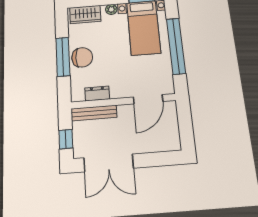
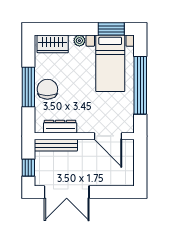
chair: (82, 57) -> (47, 89), turned -90
dresser: (97, 93) -> (60, 127), width x1.44
door: (148, 99) -> (108, 136), hinge flipped

